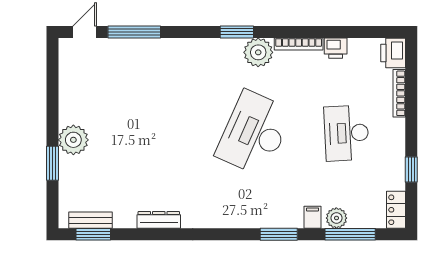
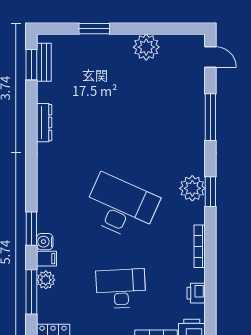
window: (134, 32) -> (210, 117), moved
printer: (336, 48) -> (196, 293), moved
plant: (258, 52) -> (192, 188), moved
plant: (73, 140) -> (146, 47), moved
water cooler: (293, 219) -> (45, 242), added

